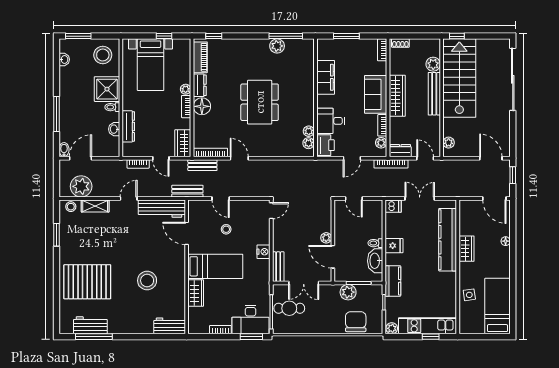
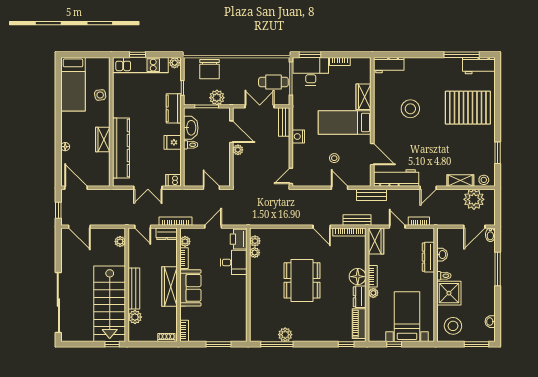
filing cabinet: (326, 77) -> (238, 304), removed
workbench: (90, 325) -> (479, 66), moved

